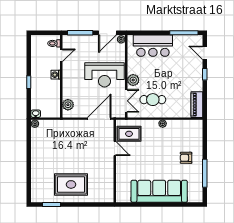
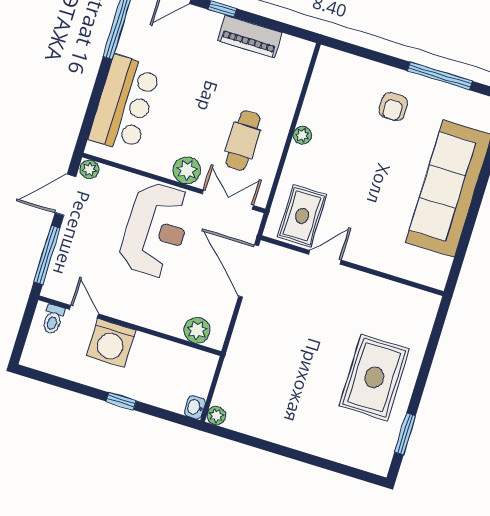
door: (107, 33) -> (65, 195), swing flipped
washing machine: (56, 75) -> (111, 343), width x1.89, depth x1.89
piano: (197, 105) -> (250, 37), moved

